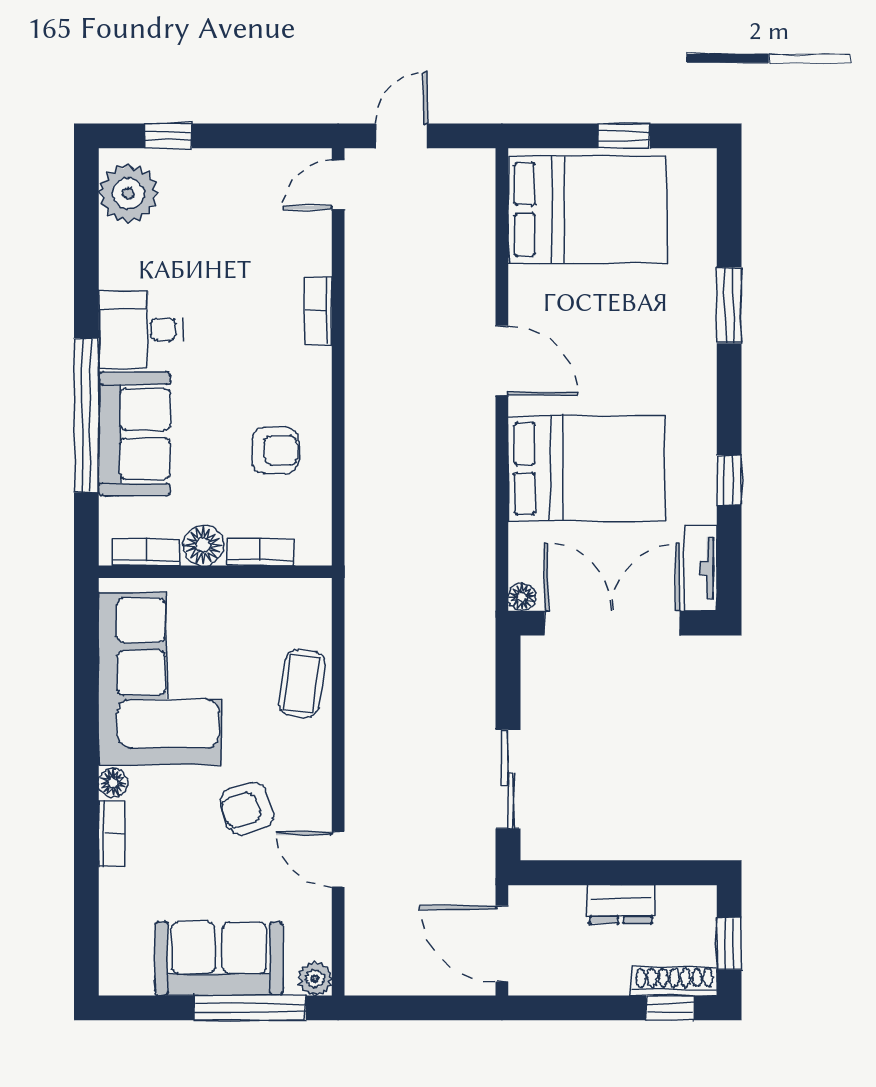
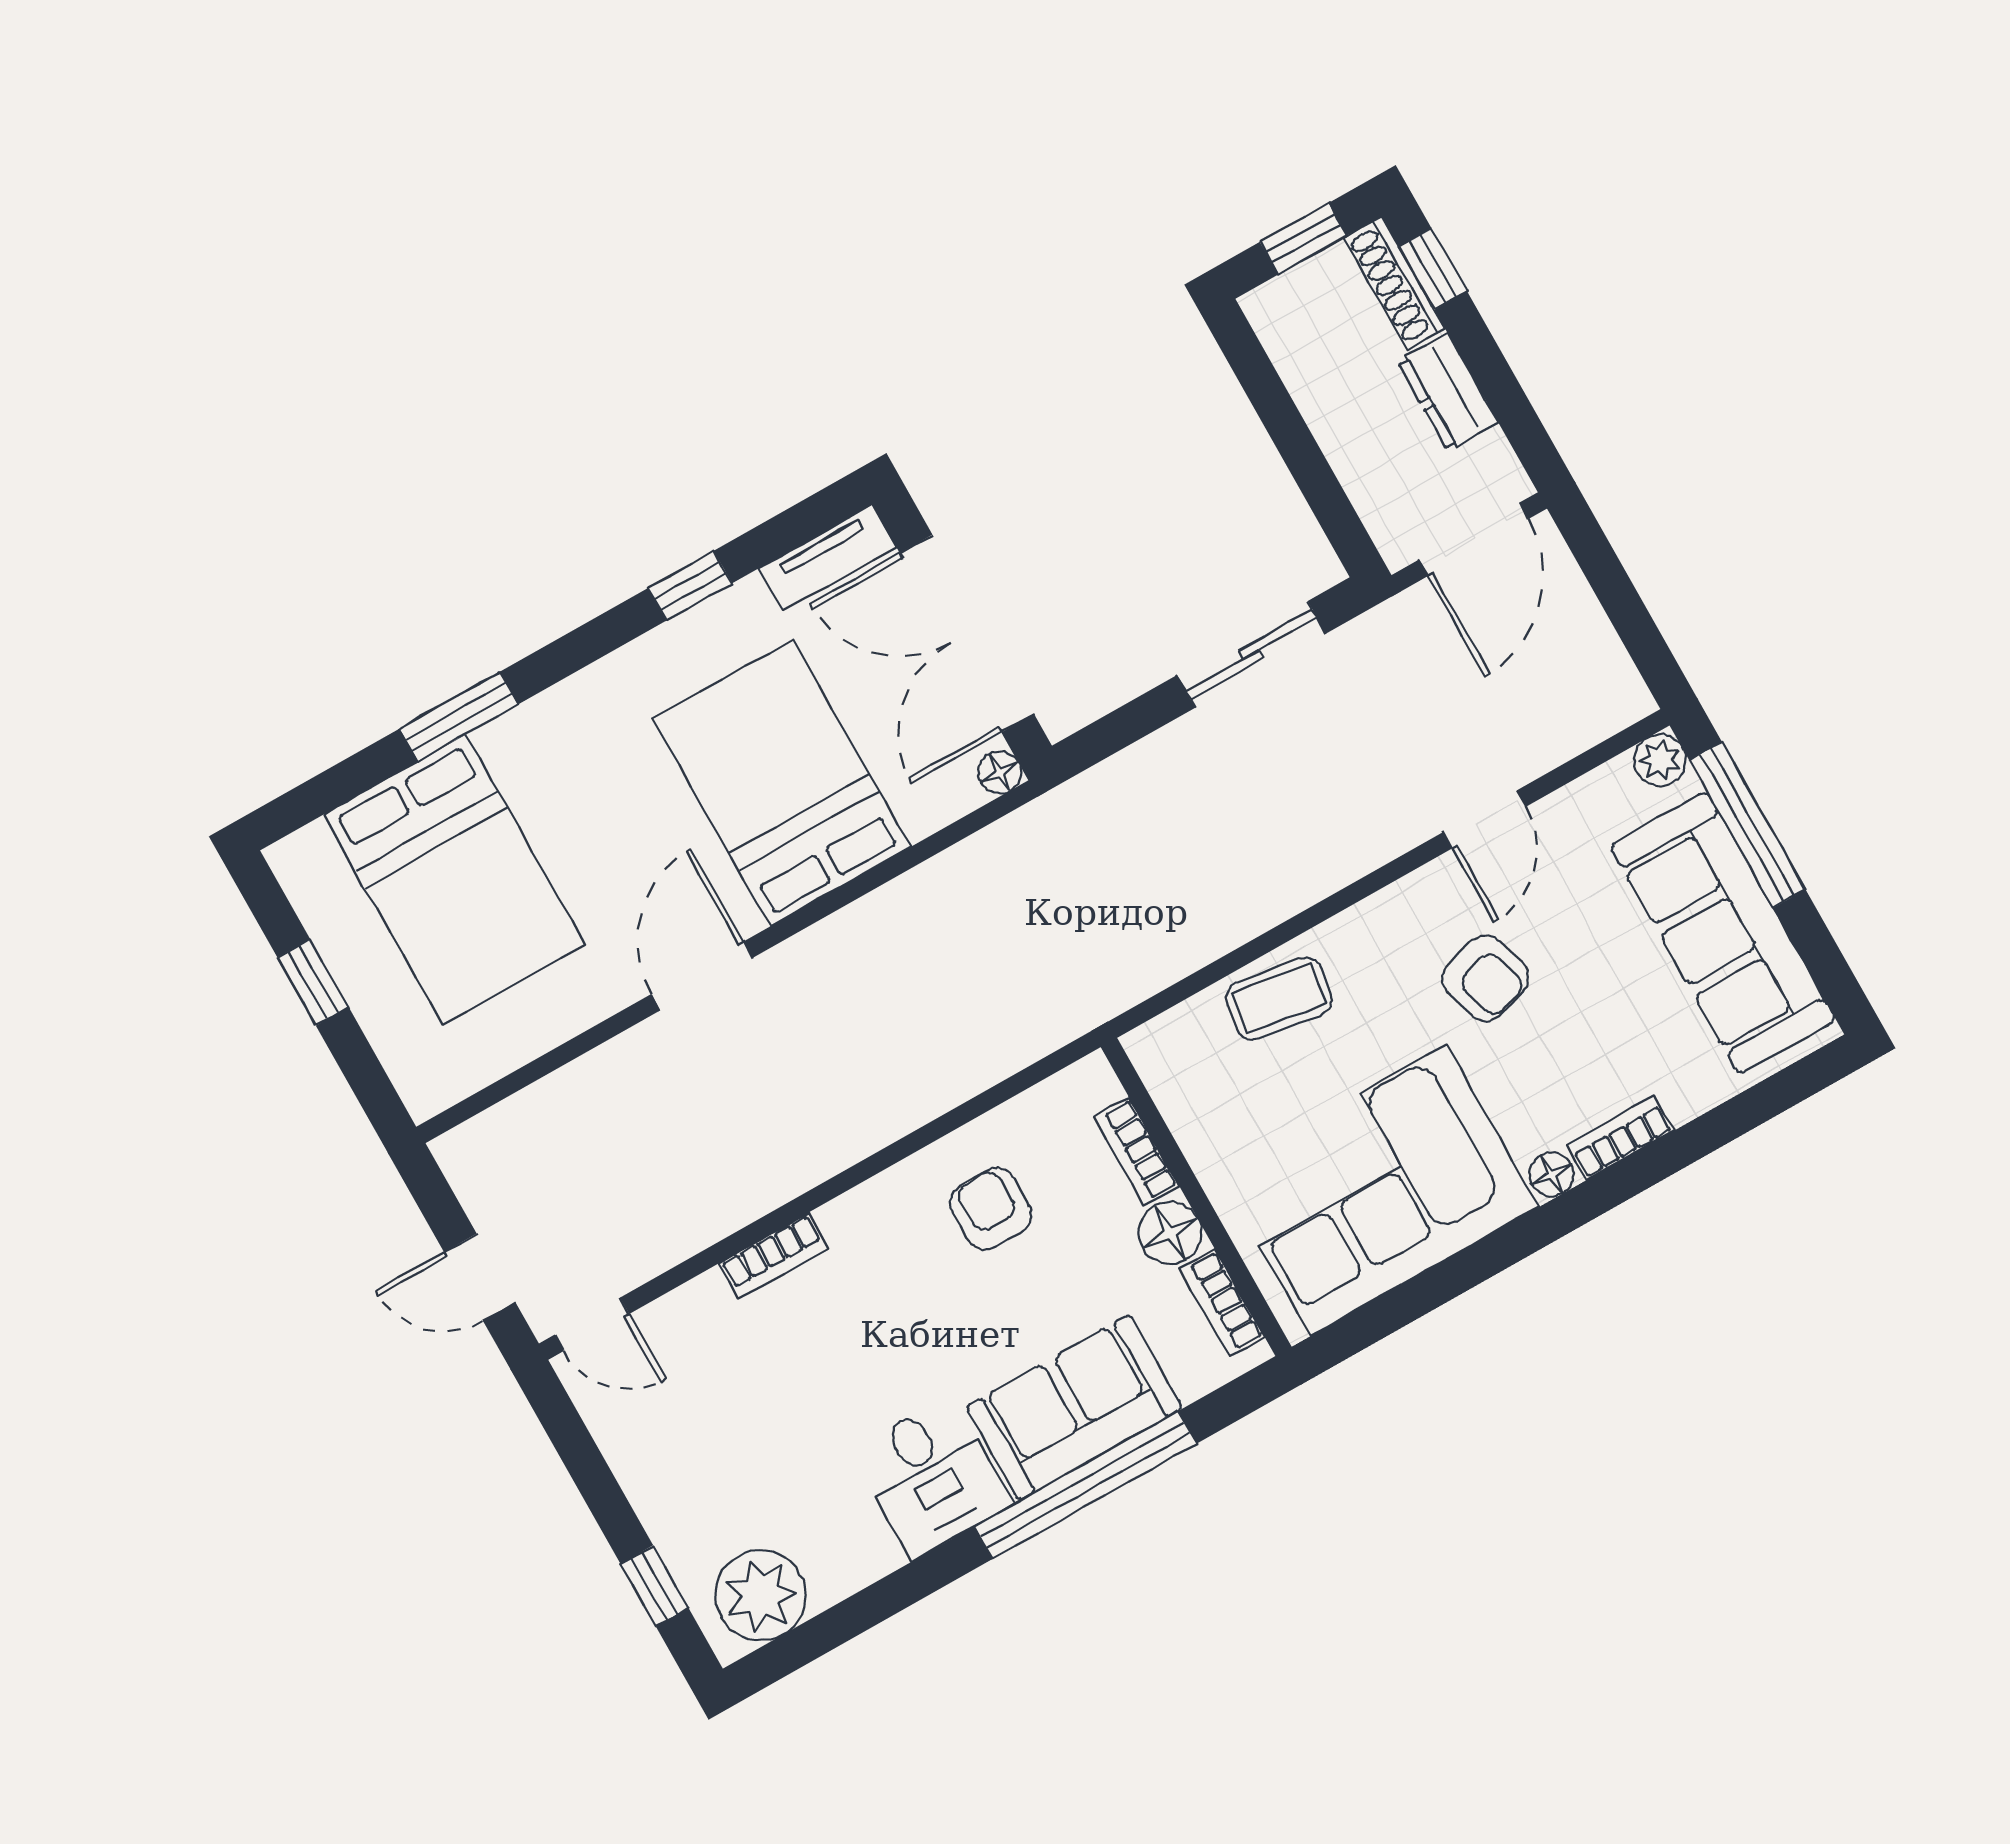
bed: (588, 209) -> (454, 880), moved, turned 180
dresser: (621, 904) -> (1448, 392), moved, turned 180
sofa: (219, 959) -> (1723, 933), width x1.36

